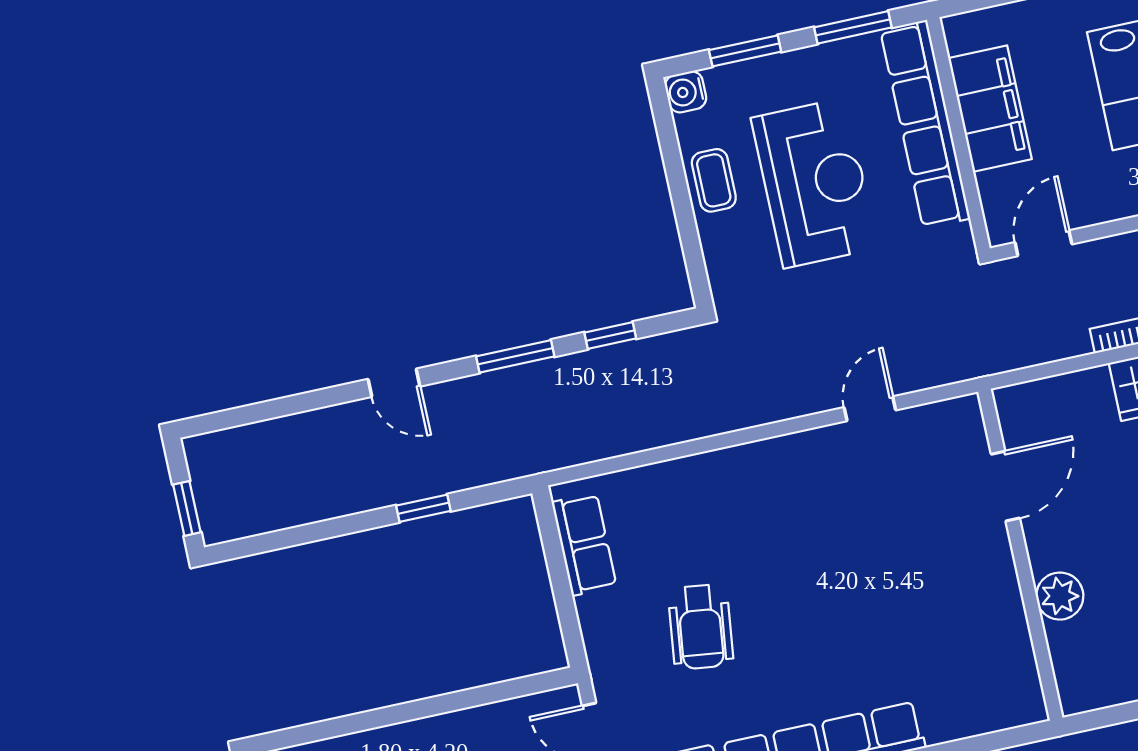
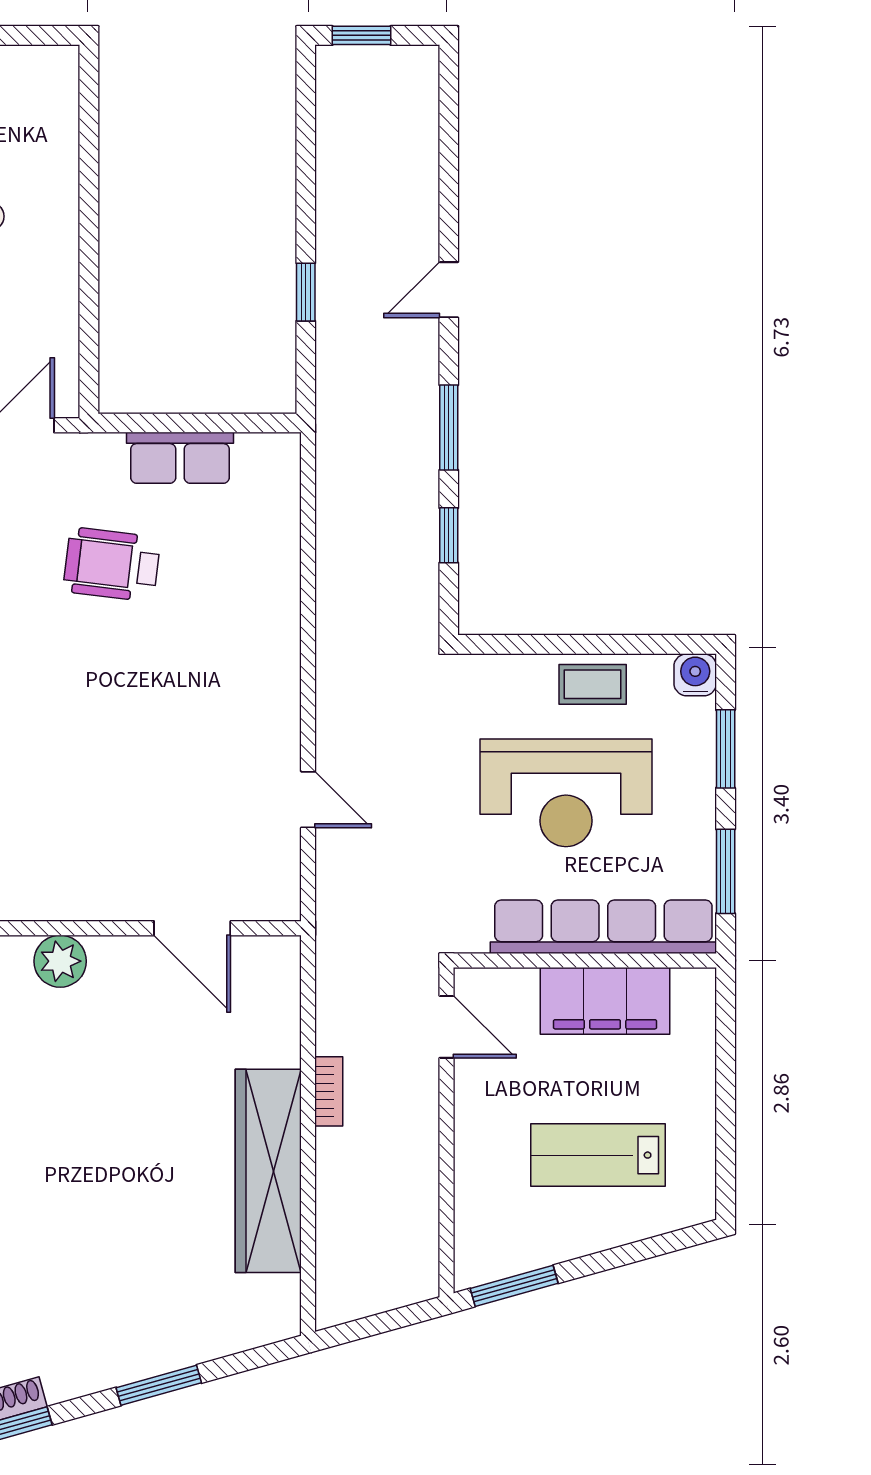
row of seats: (584, 544) -> (180, 458), moved

